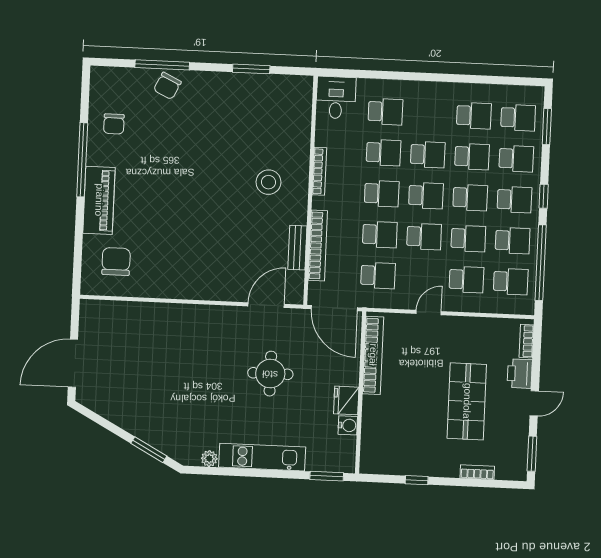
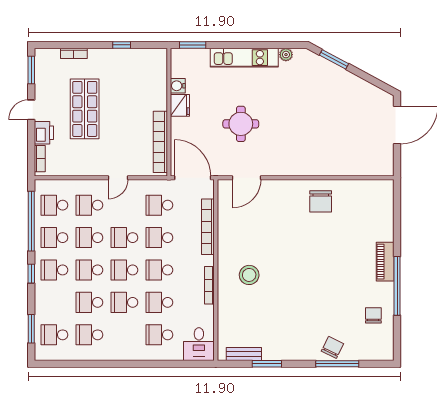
school desk: (516, 159) -> (54, 302), removed
piano: (99, 200) -> (385, 262), width x0.73, depth x0.75
bench: (297, 248) -> (244, 354), moved, turned 90
chair: (116, 261) -> (321, 201), moved

